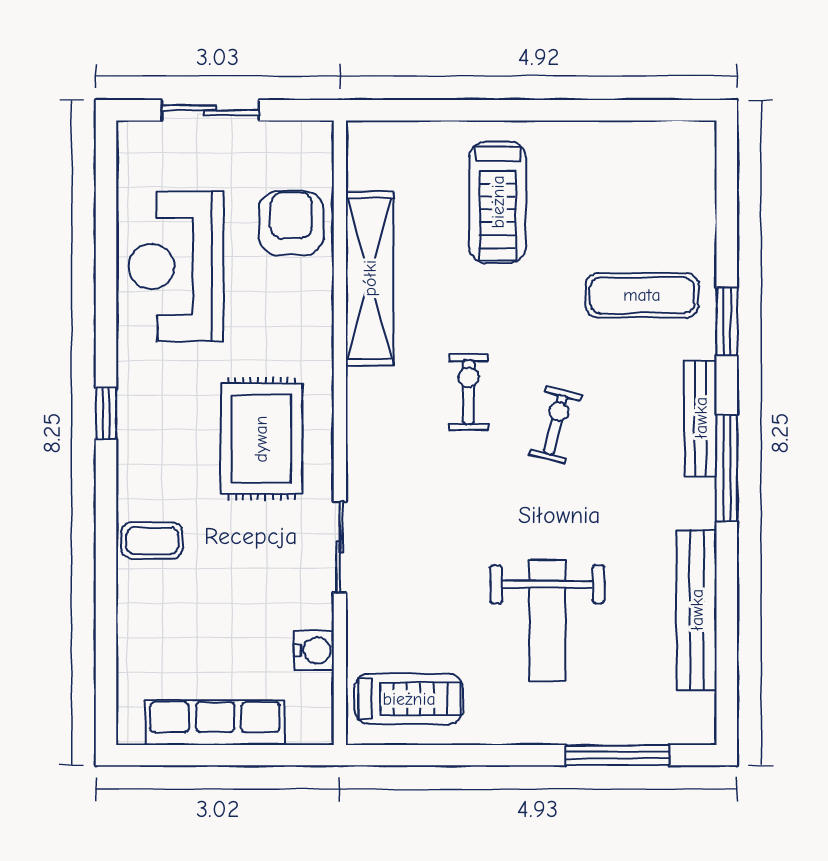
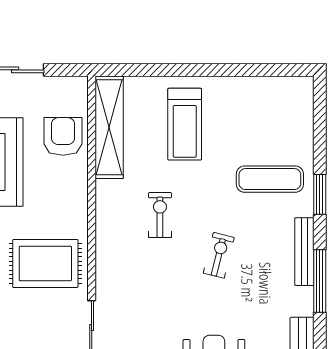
shelving: (370, 278) -> (109, 127), moved
exercise bike: (469, 392) -> (160, 215), moved
rug: (261, 439) -> (45, 263), turned 90

